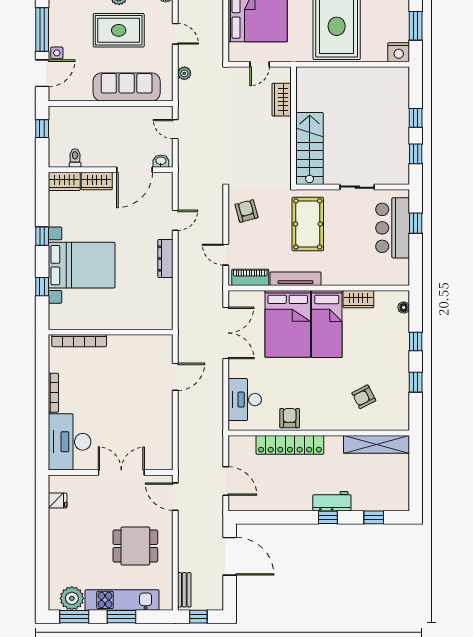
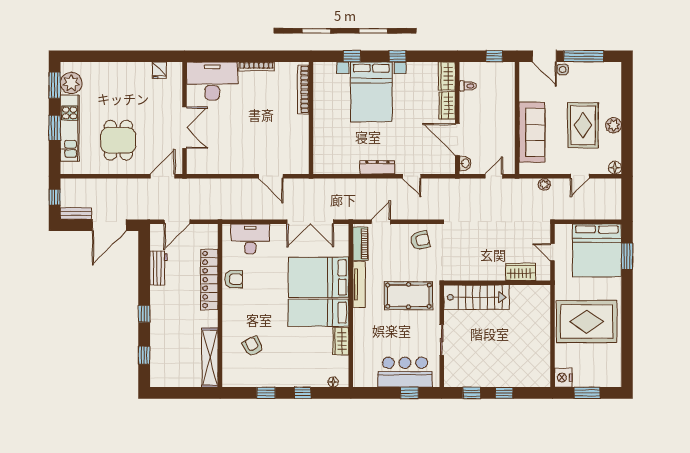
workbench: (332, 501) -> (159, 268), moved
bench: (184, 590) -> (76, 214), moved

